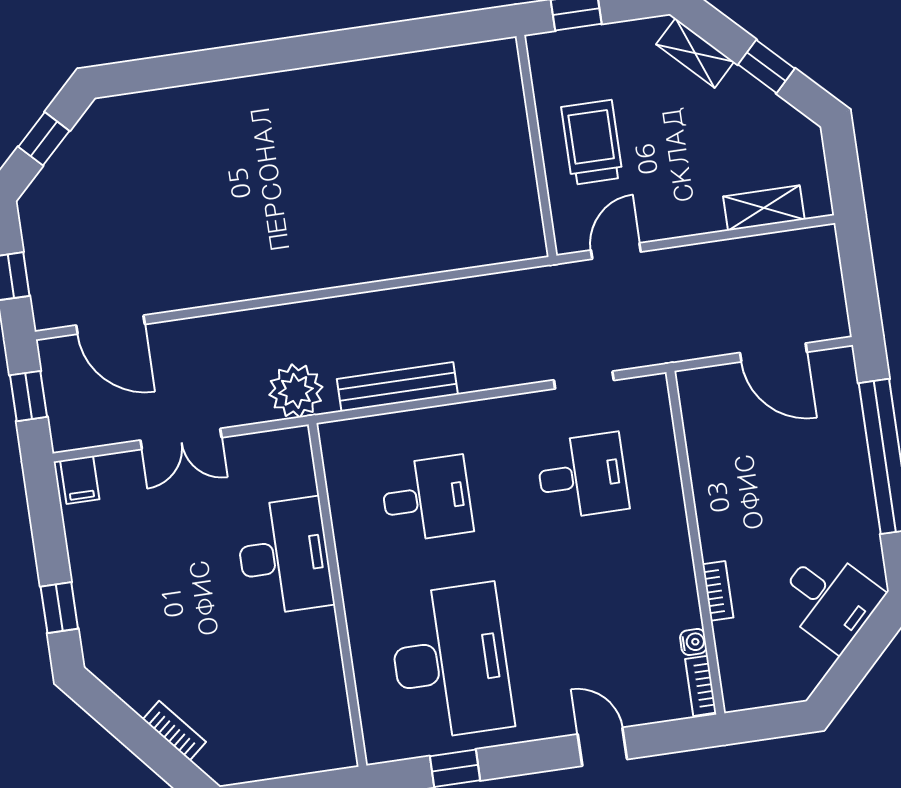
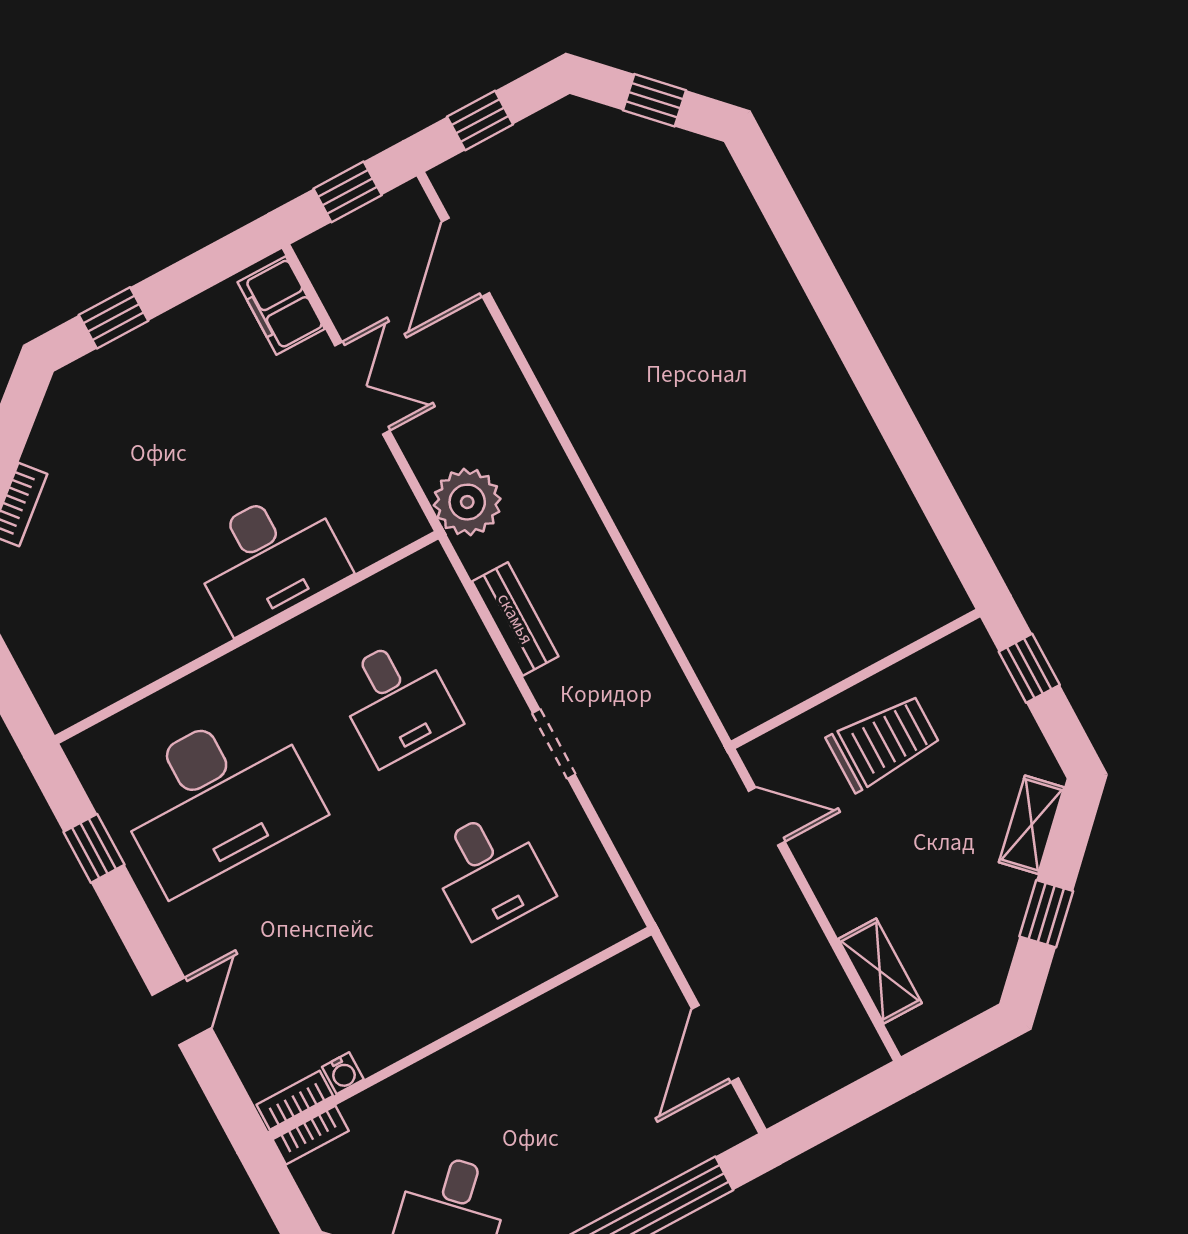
doorway: (584, 380) -> (554, 744), moved
bench: (397, 387) -> (515, 619), width x0.73
double door: (181, 439) -> (362, 388), swing flipped
filing cabinet: (80, 480) -> (281, 305), width x2.00
bookcase: (718, 591) -> (311, 1135), moved

